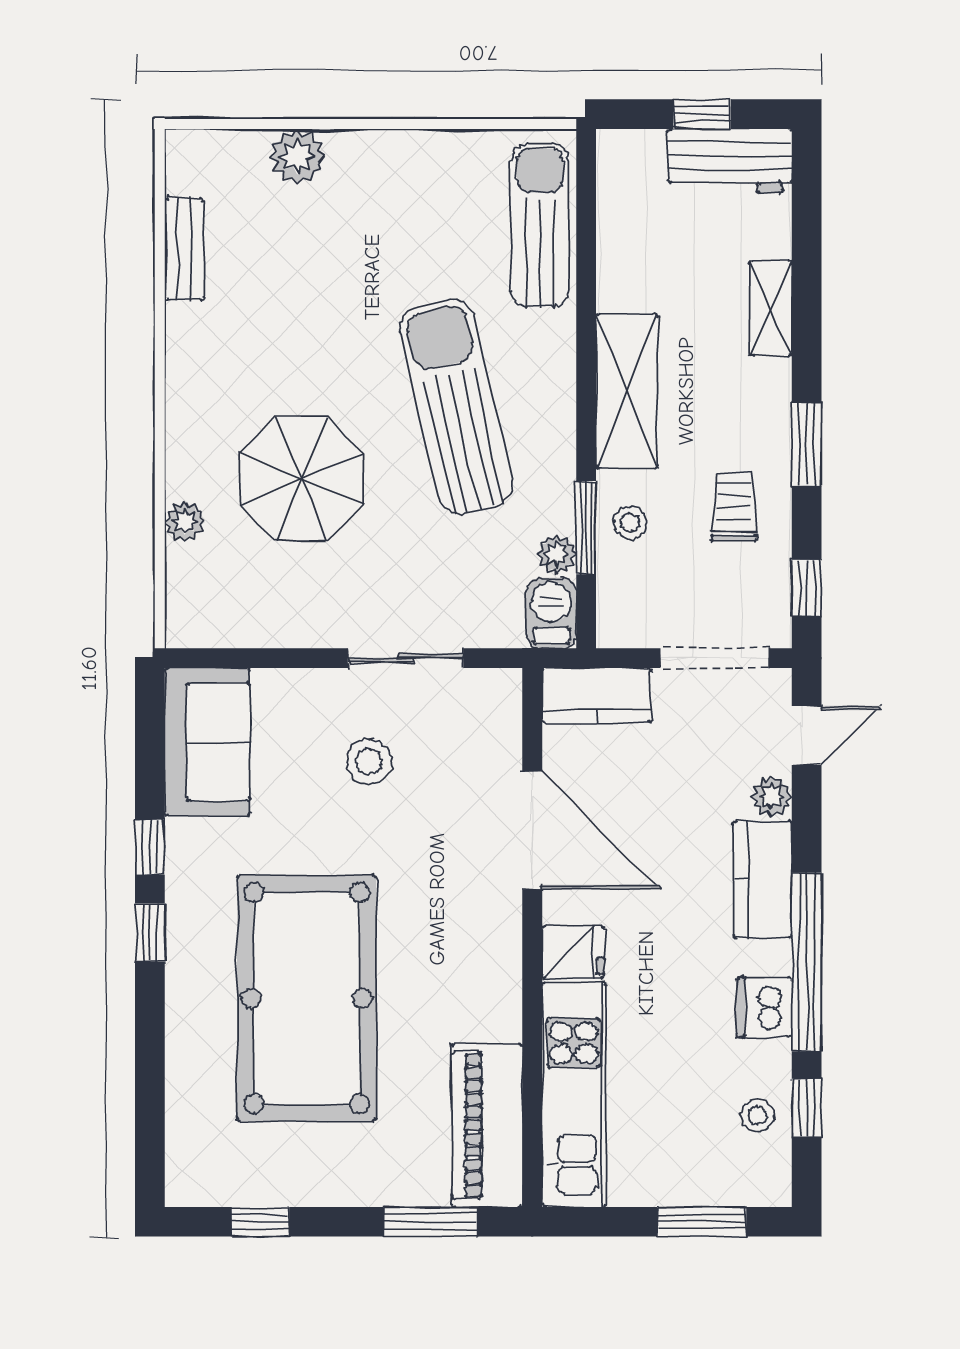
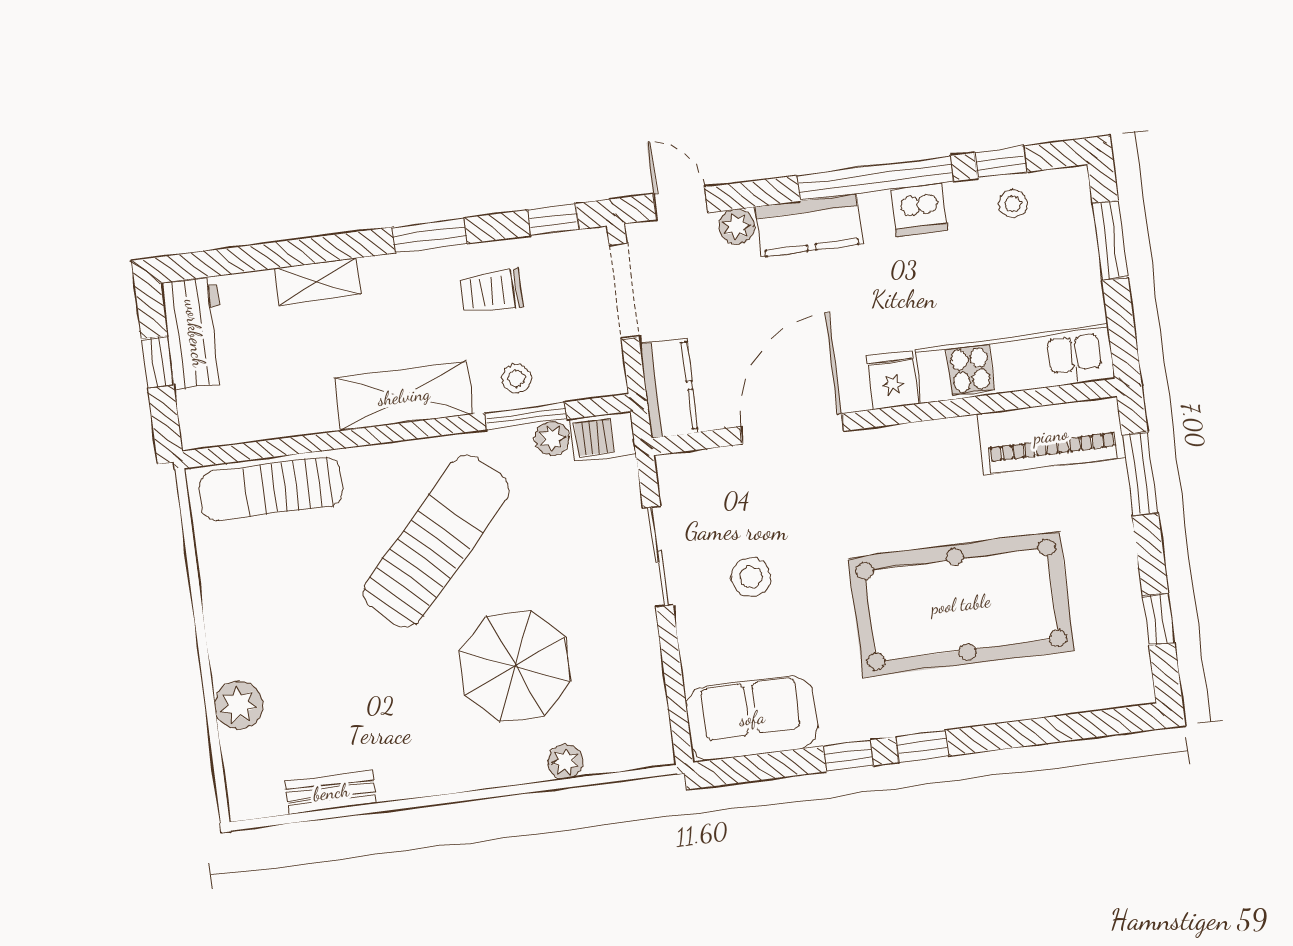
sun lounger: (456, 407) -> (436, 541), turned 146

